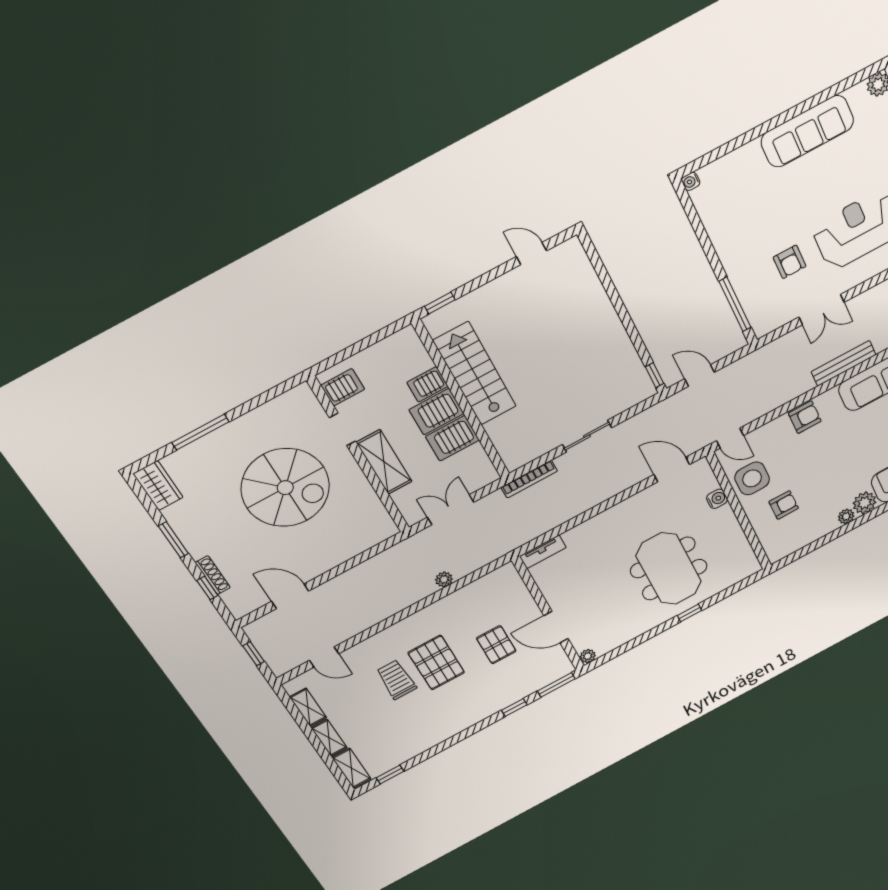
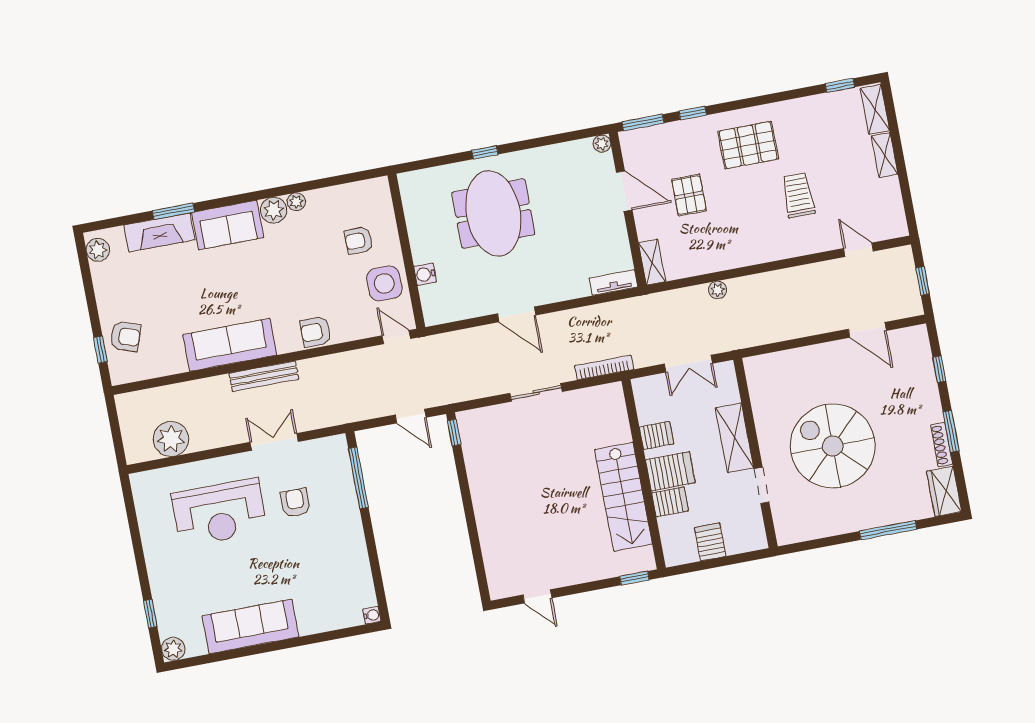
server rack: (343, 387) -> (710, 542), moved, turned 90
server rack: (452, 438) -> (656, 435), width x0.73, depth x0.70
door: (672, 469) -> (517, 314), moved
shoe rack: (213, 575) -> (942, 445), moved
pallet: (436, 663) -> (748, 145), moved, turned 90
trolley: (396, 680) -> (798, 195), turned 180
shelving: (308, 707) -> (652, 262), moved

